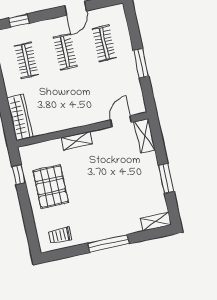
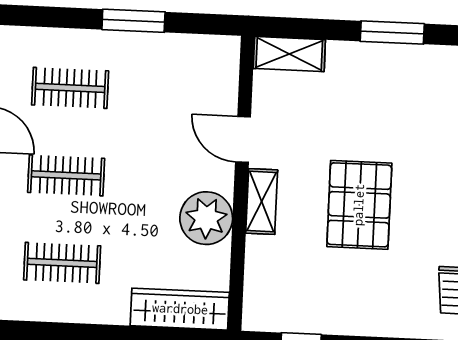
plant: (63, 118) -> (206, 218), added
door: (121, 121) -> (243, 139), moved
pallet: (51, 187) -> (359, 205), moved, turned 90

